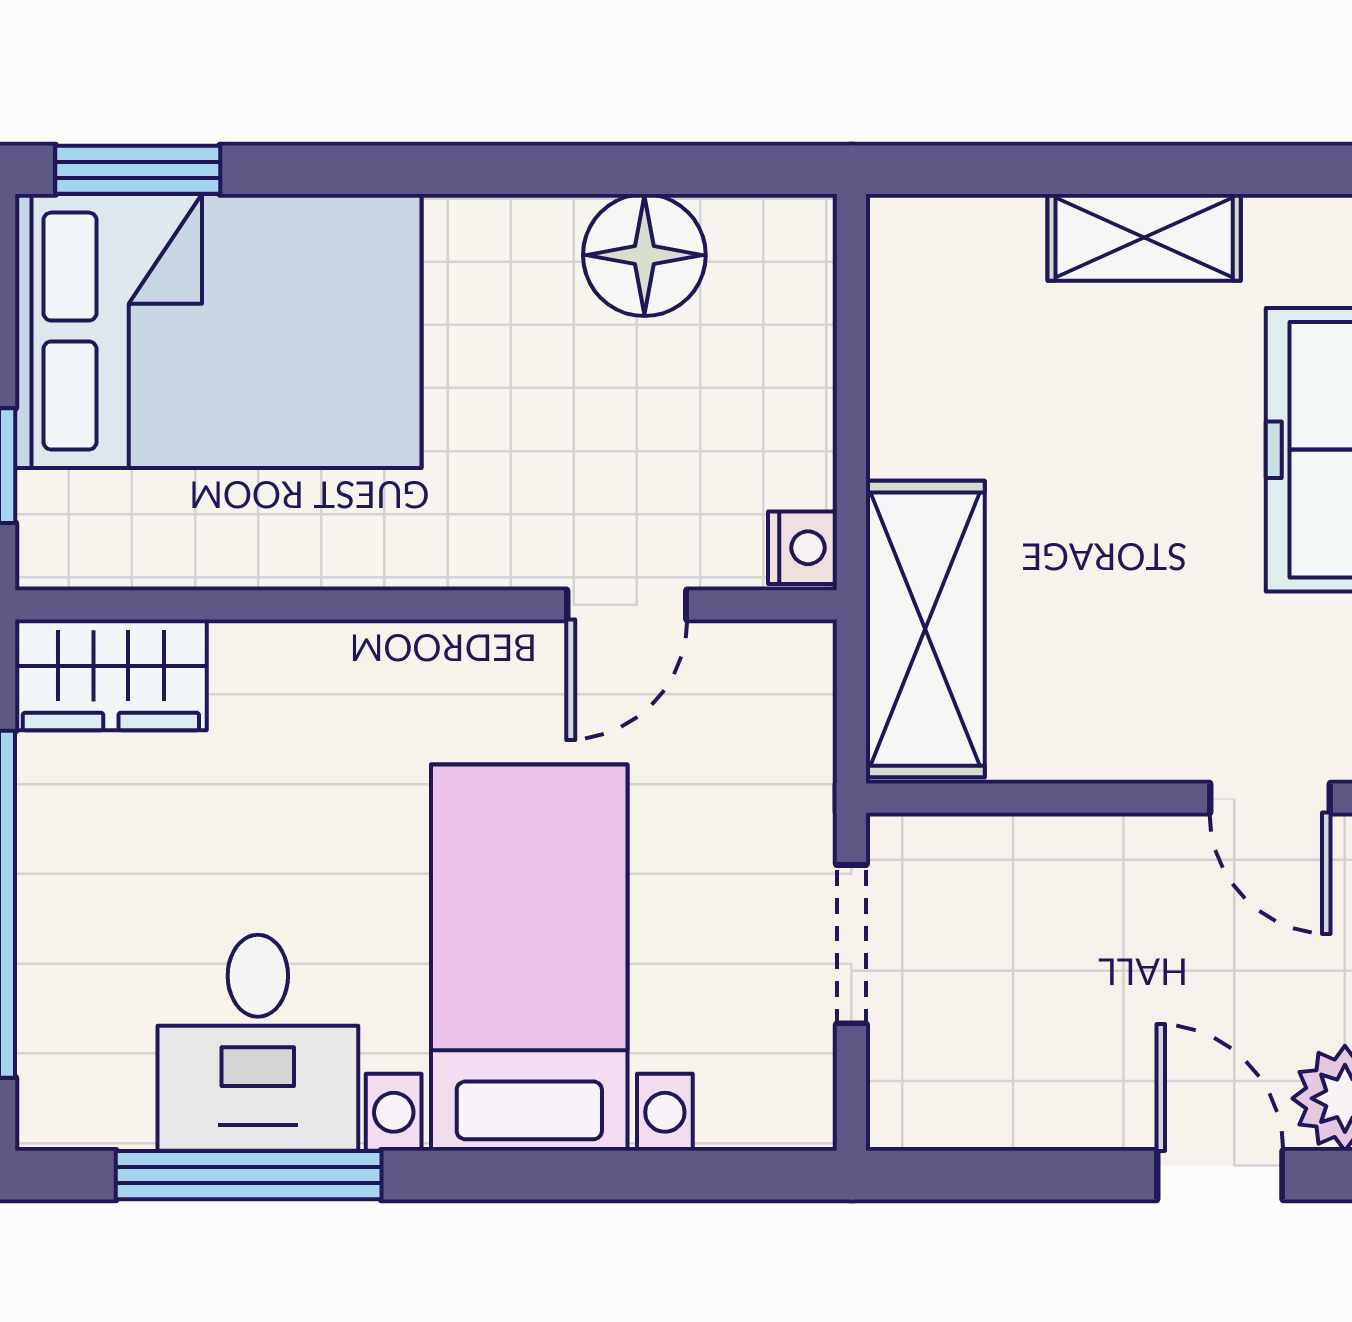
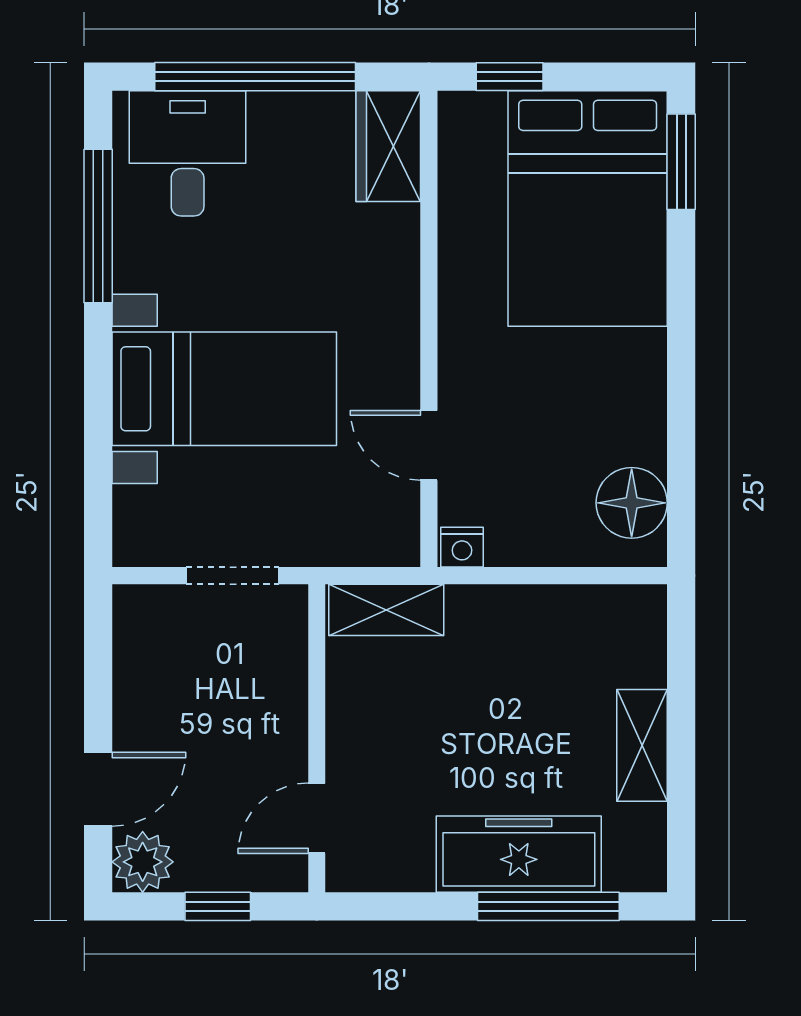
floor lamp: (644, 255) -> (632, 503), moved
shelving: (925, 629) -> (386, 610), width x0.67, depth x0.75
desk: (258, 1043) -> (188, 153), moved, turned 90

